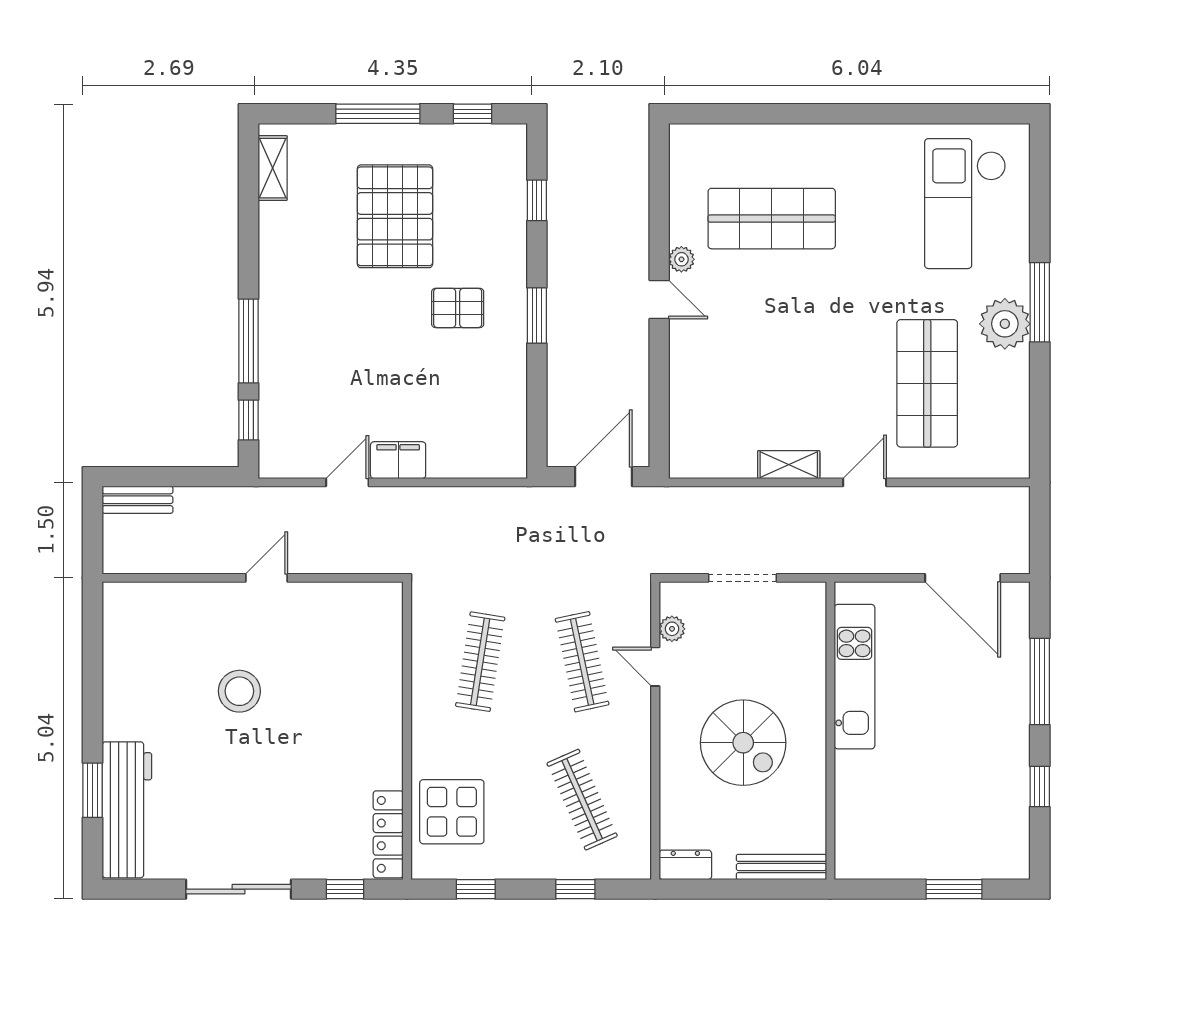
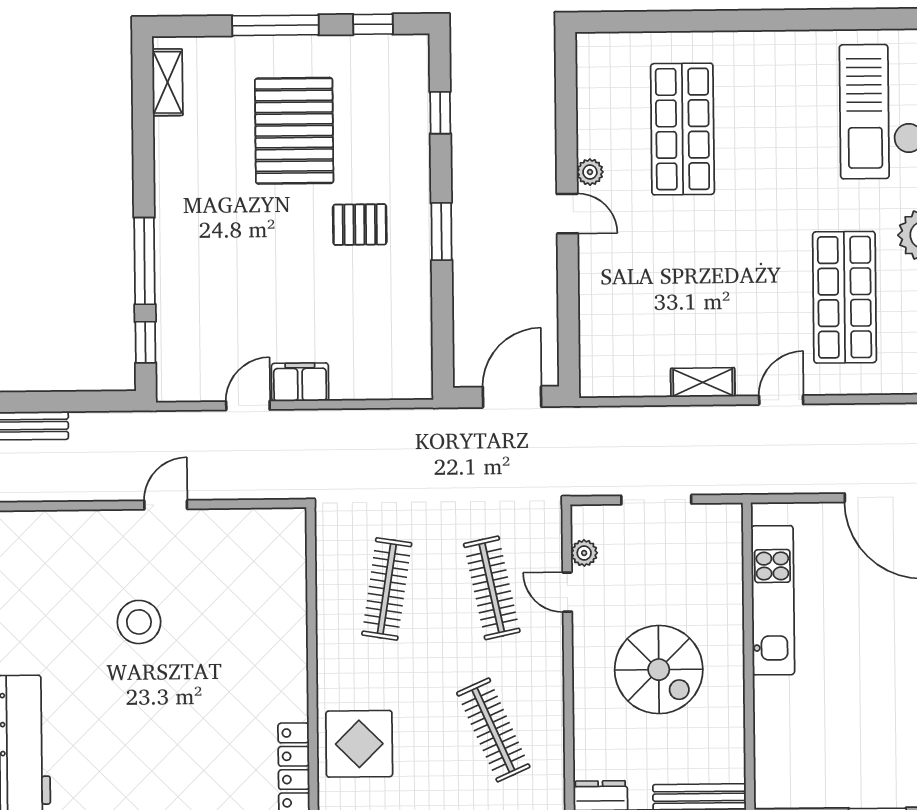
shop shelf: (772, 219) -> (682, 129), turned 90

